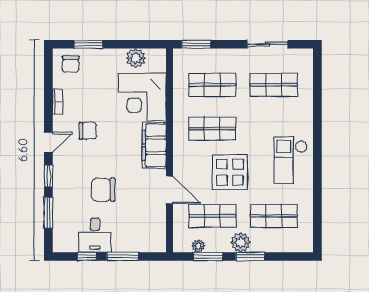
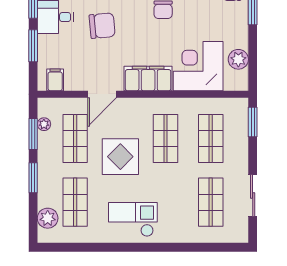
chair: (103, 190) -> (102, 26), turned 85
filing cabinet: (156, 235) -> (55, 80), added
plant: (241, 242) -> (48, 218), moved

